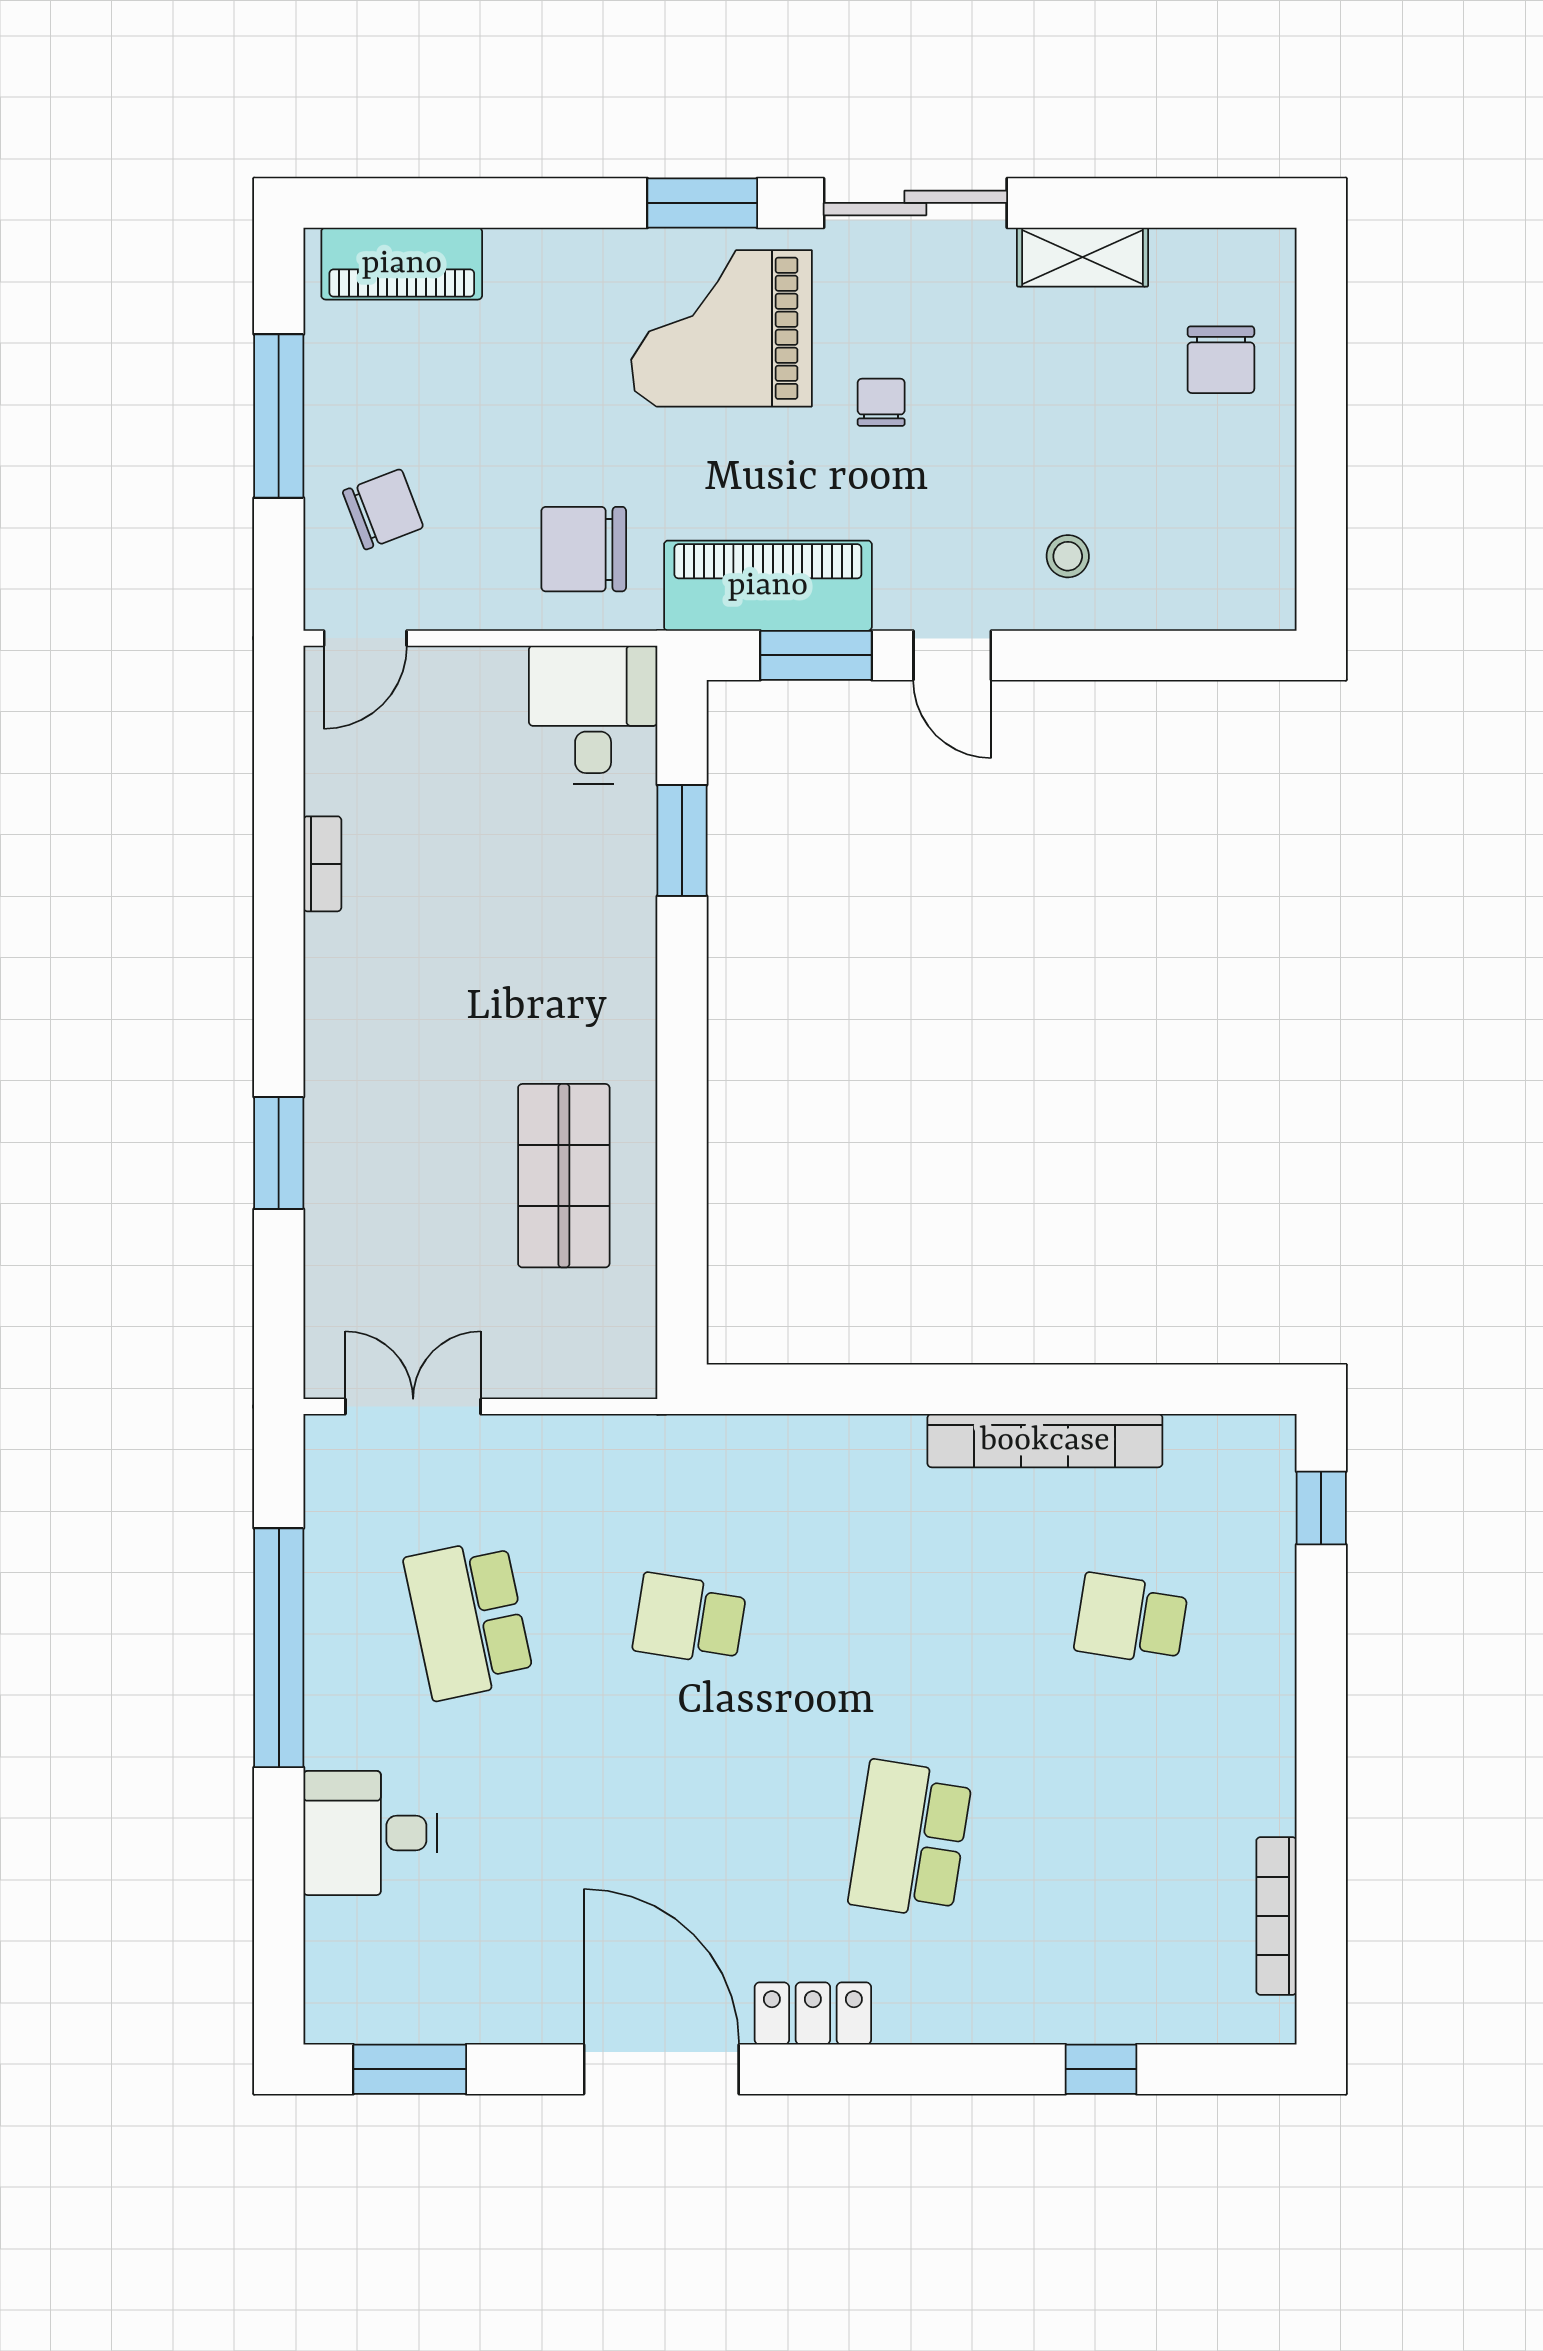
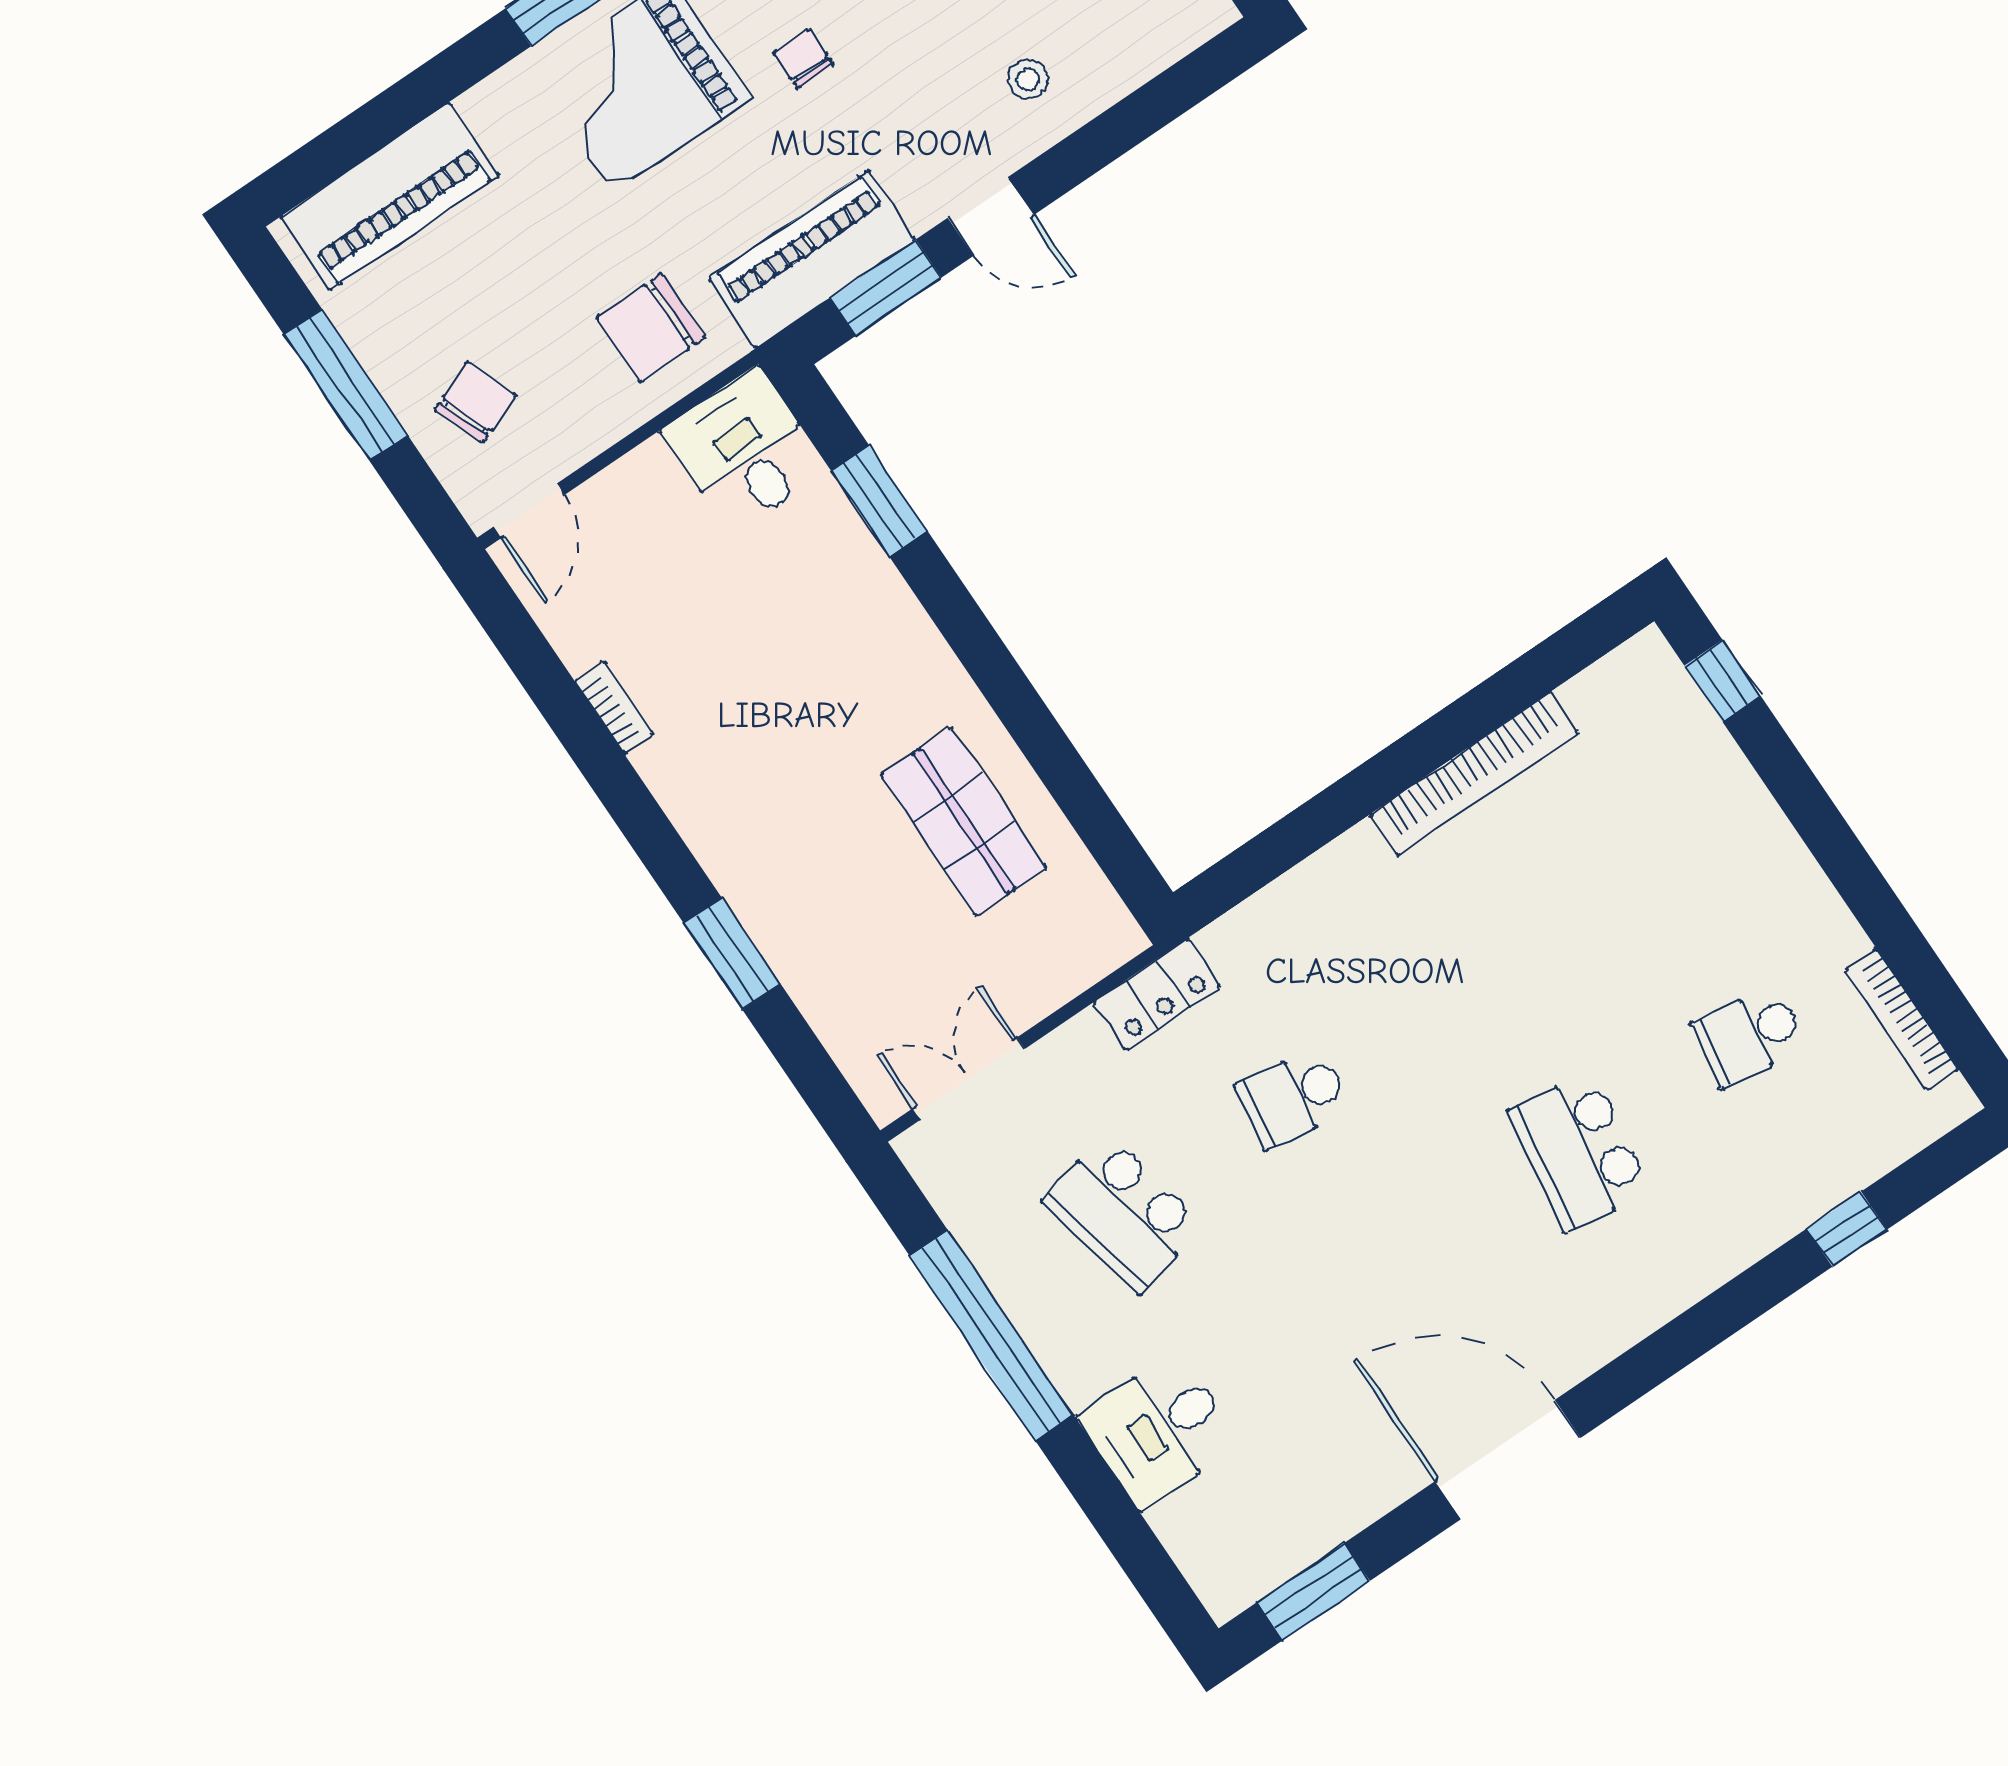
piano: (402, 264) -> (389, 196), width x1.37, depth x1.33
school desk: (1131, 1619) -> (1750, 1036), moved
locker: (813, 2014) -> (1157, 994), moved, turned 180

